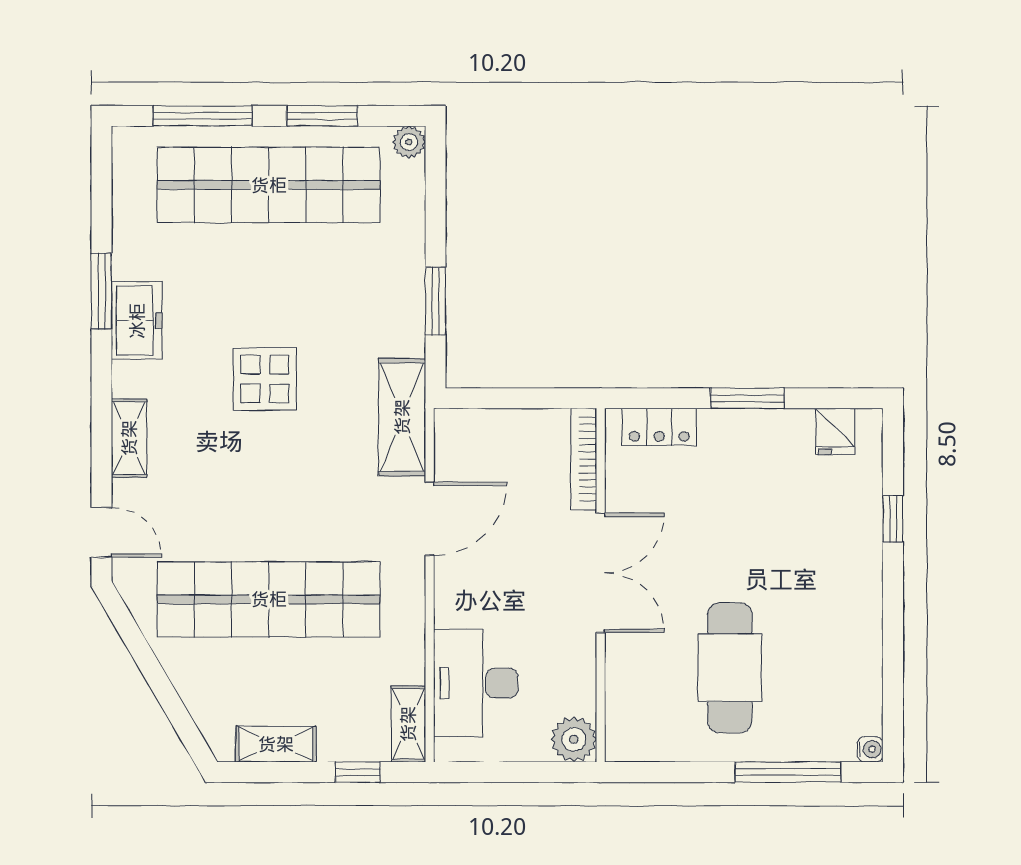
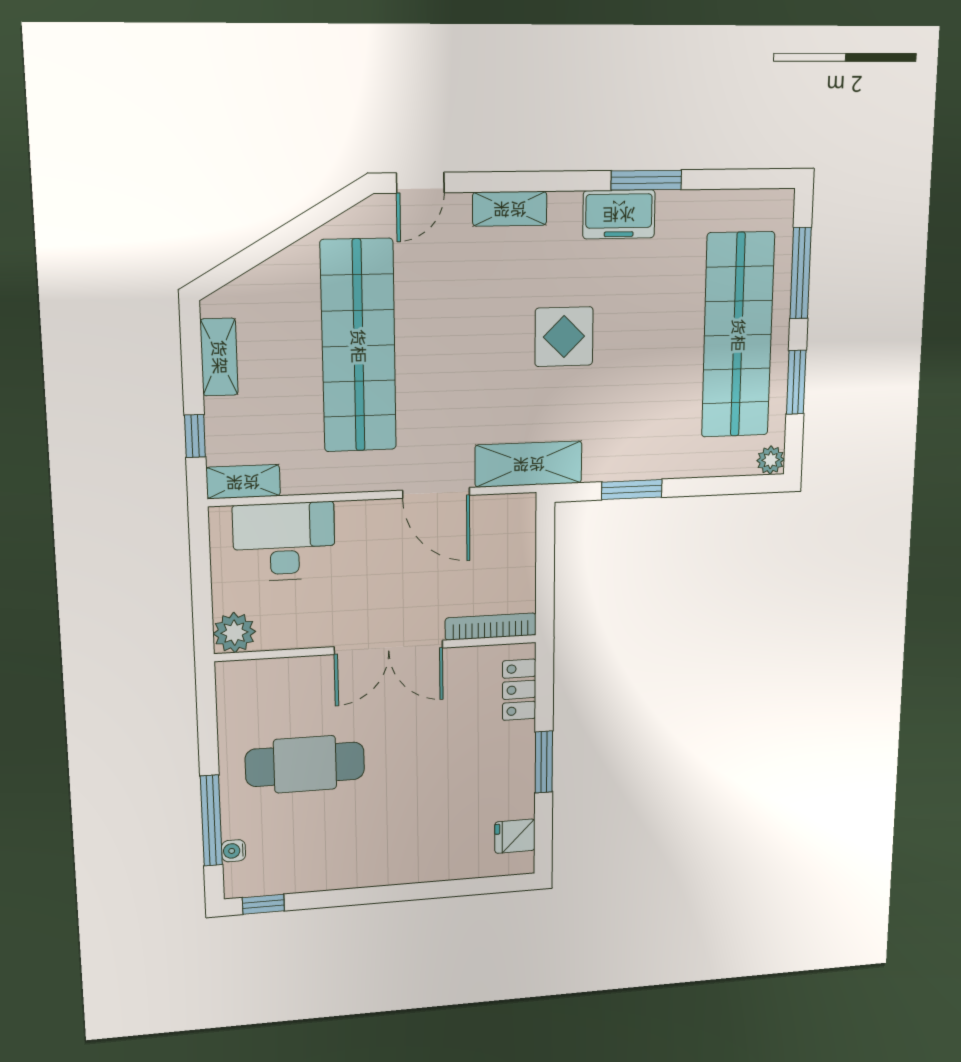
window: (893, 519) -> (263, 904), moved
water cooler: (870, 749) -> (234, 851), moved, turned 90

